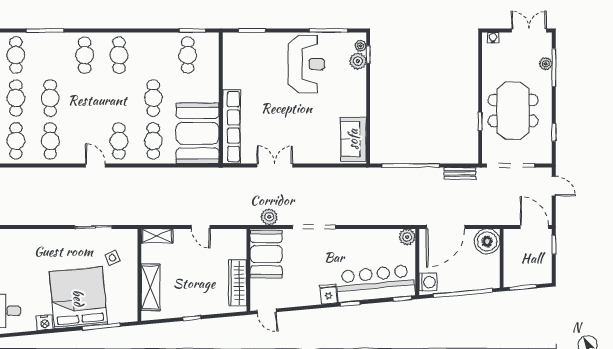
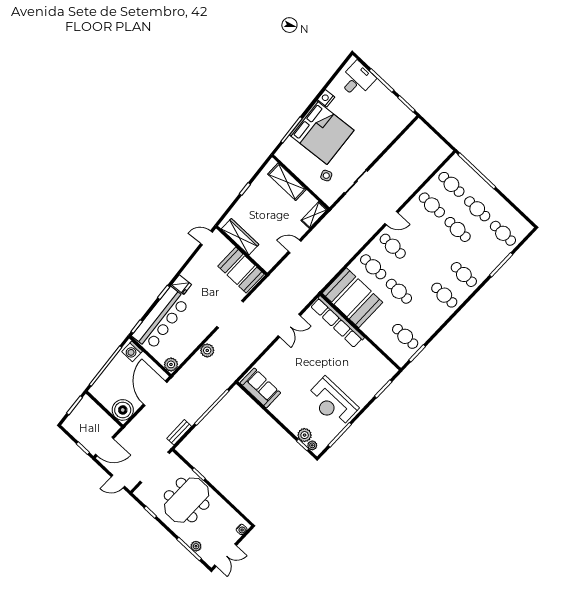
meeting table: (513, 110) -> (187, 500), turned 90
plant: (269, 217) -> (207, 350), moved

